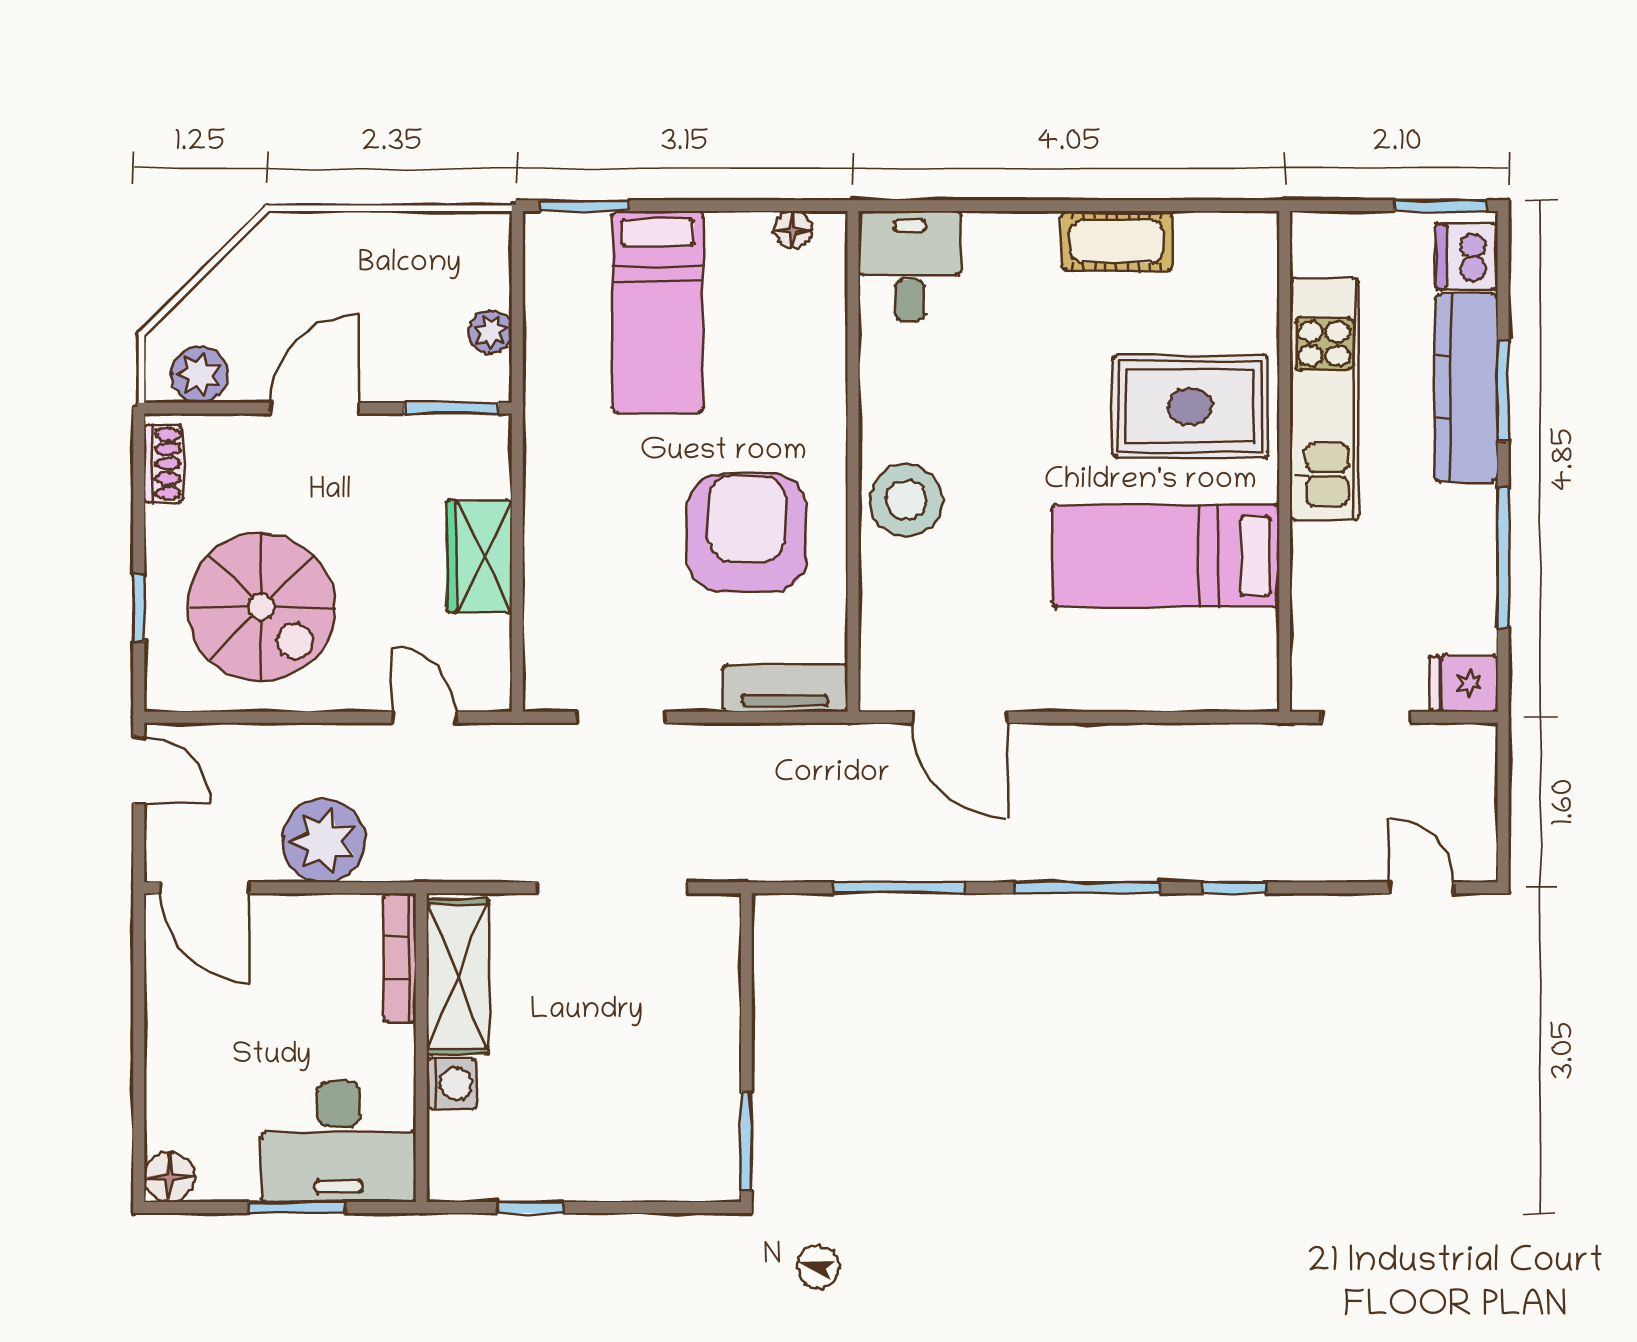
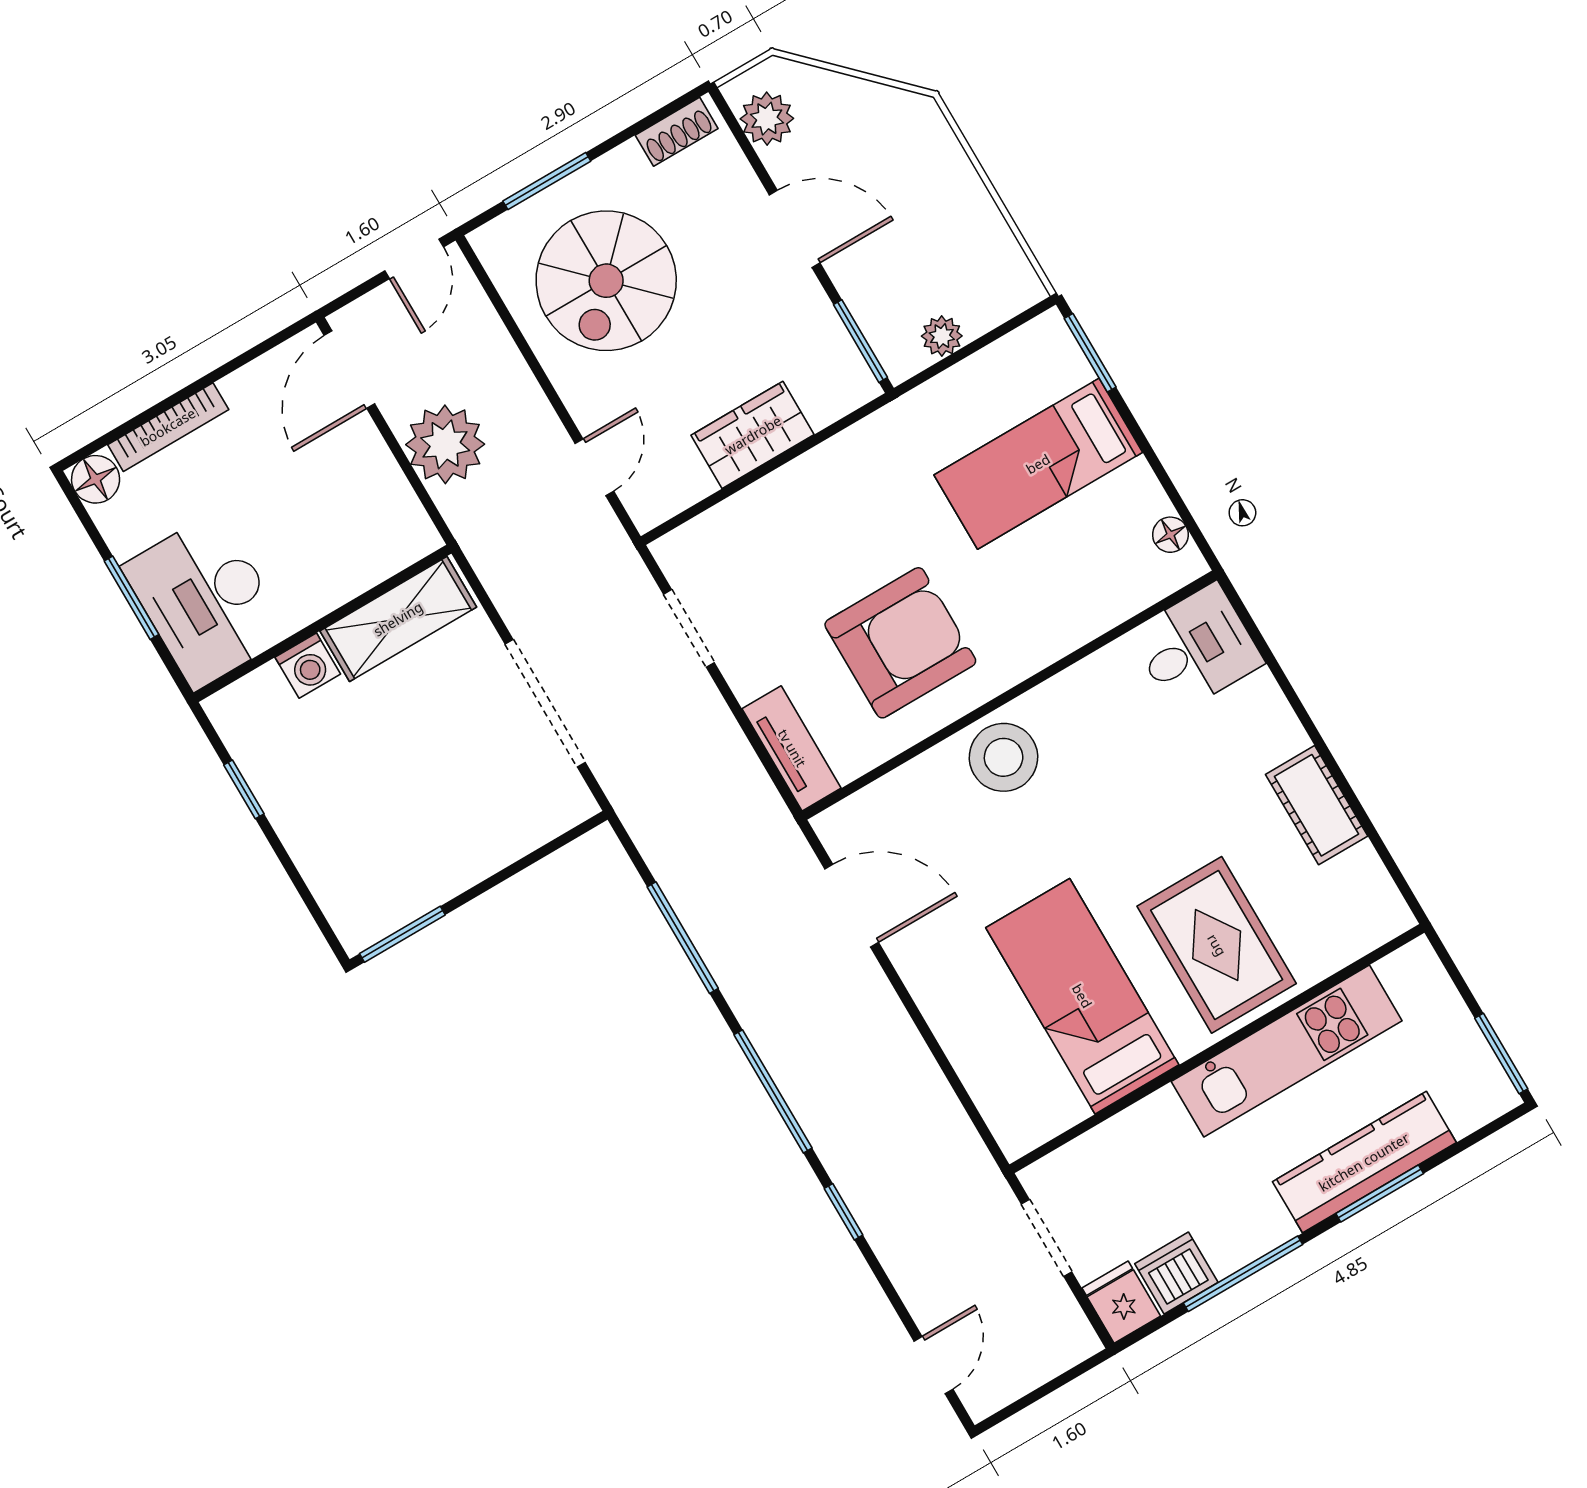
dishwasher: (1467, 257) -> (1176, 1273), moved
window: (139, 608) -> (547, 181), width x1.50
door: (960, 717) -> (852, 906), swing flipped
bookcase: (399, 957) -> (168, 427), moved, turned 180

